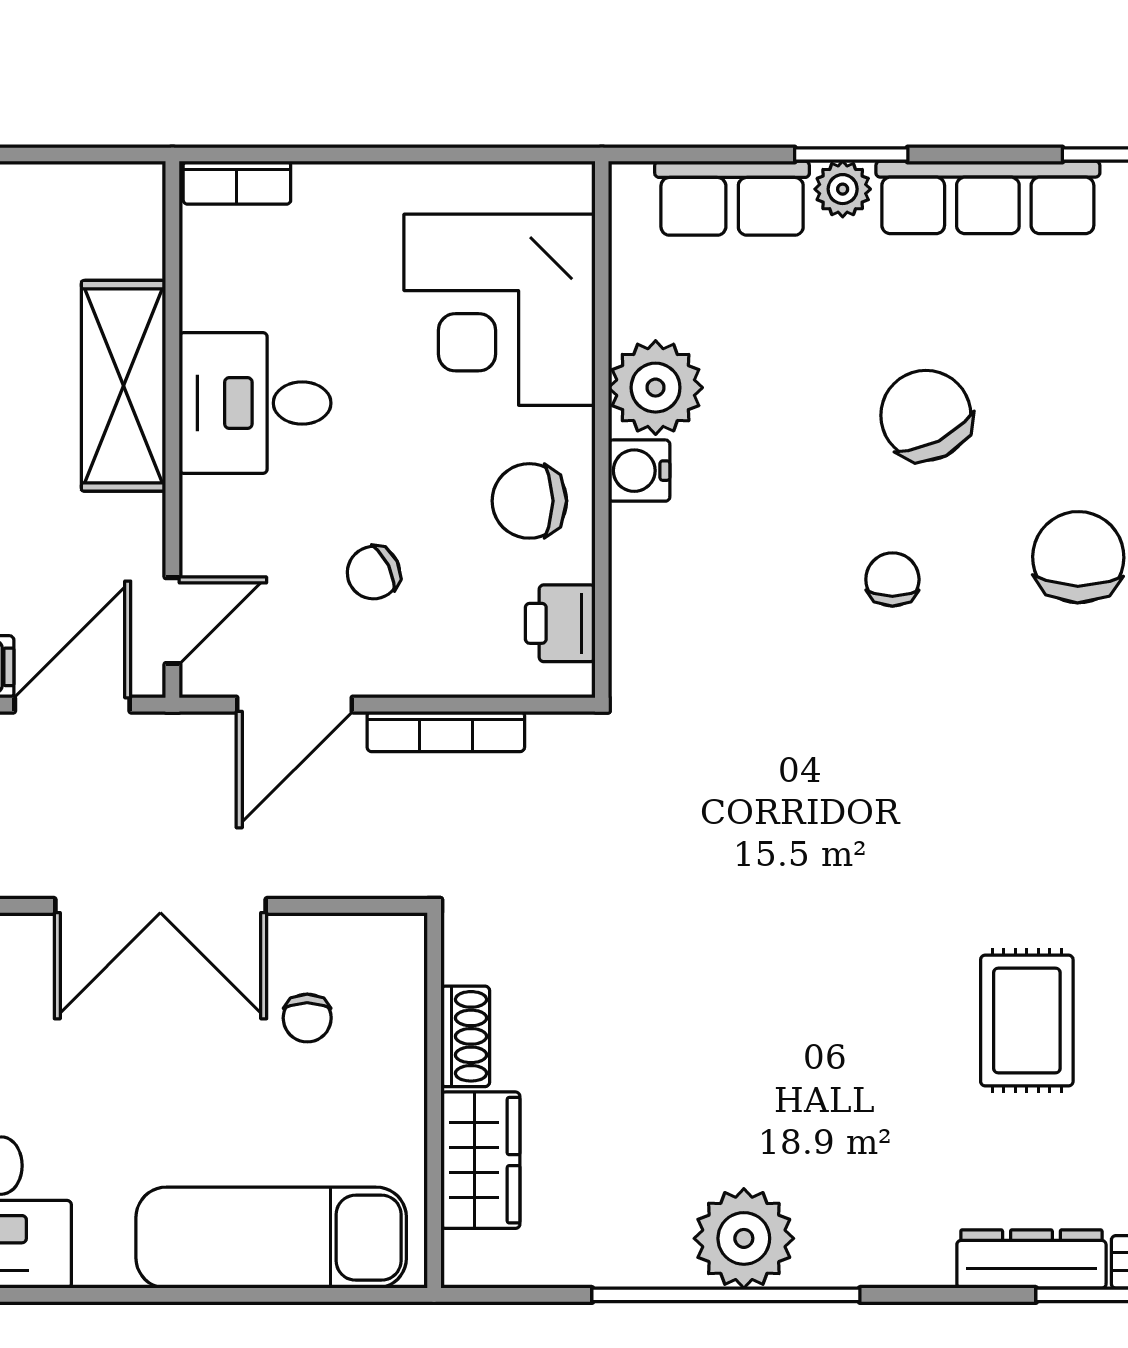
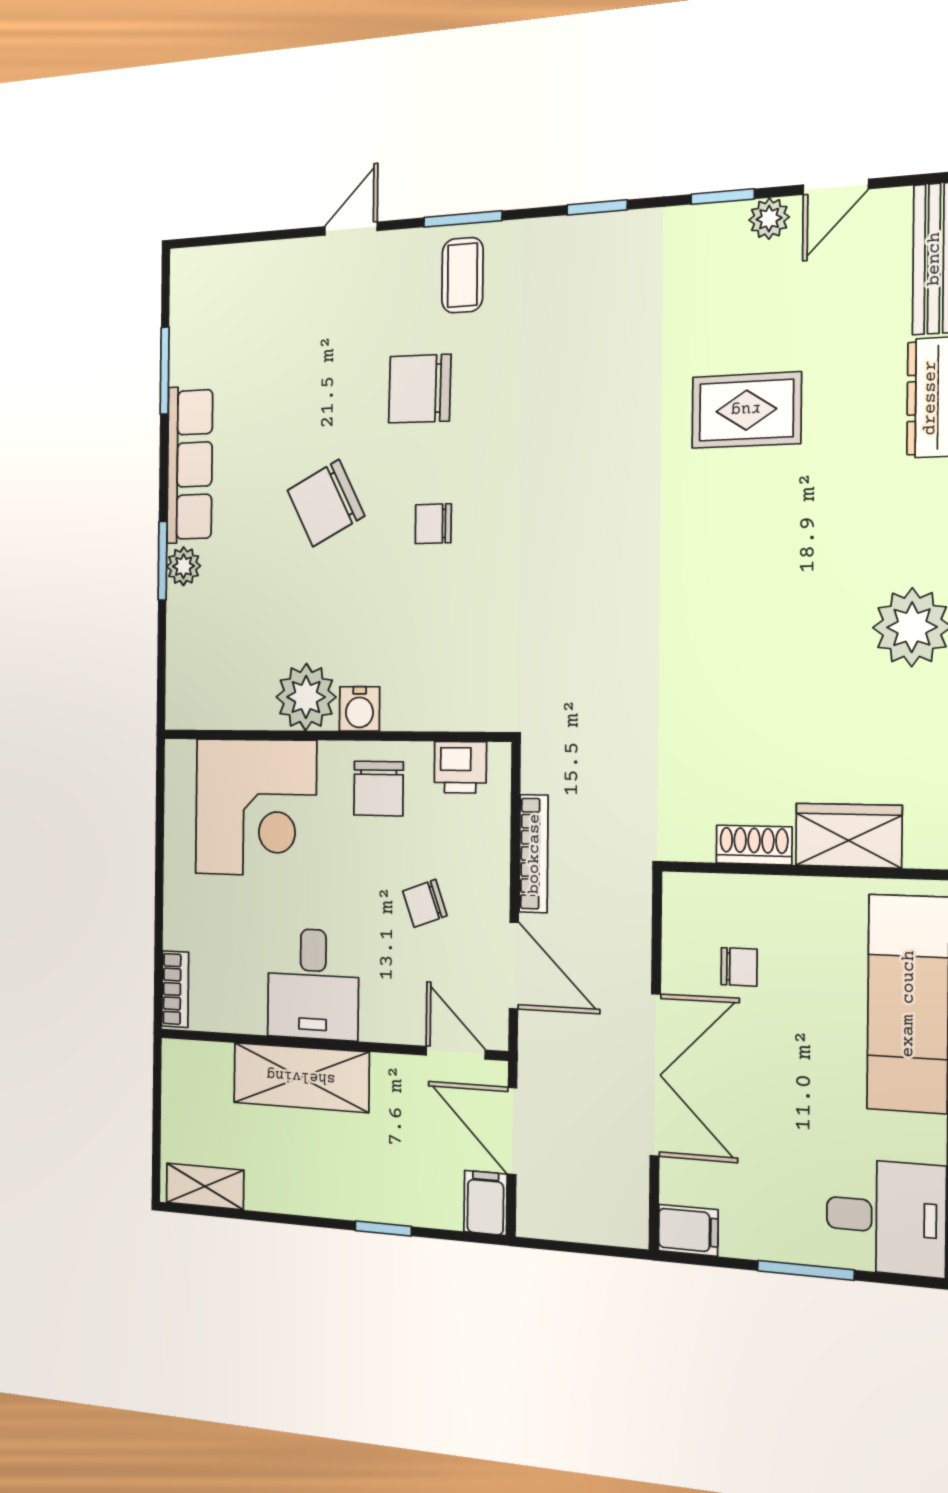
row of seats: (732, 198) -> (188, 643), removed
chair: (374, 573) -> (425, 903), turned 96

